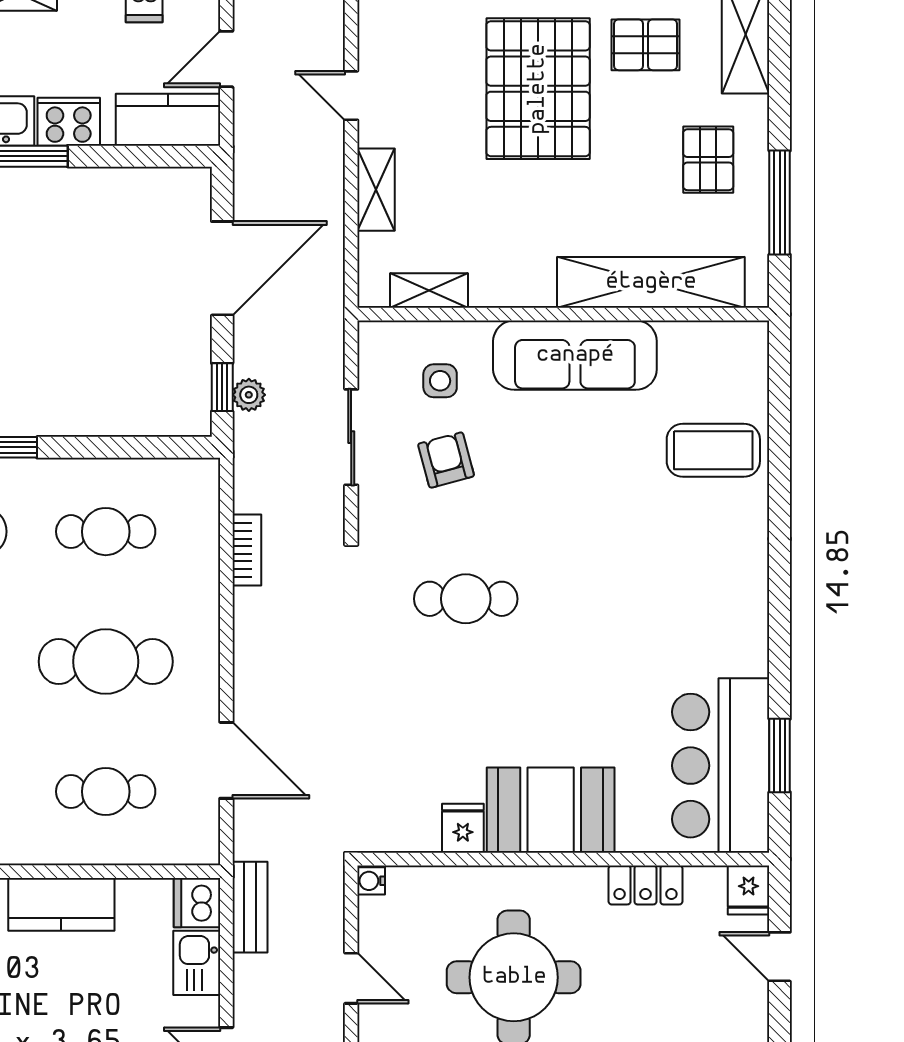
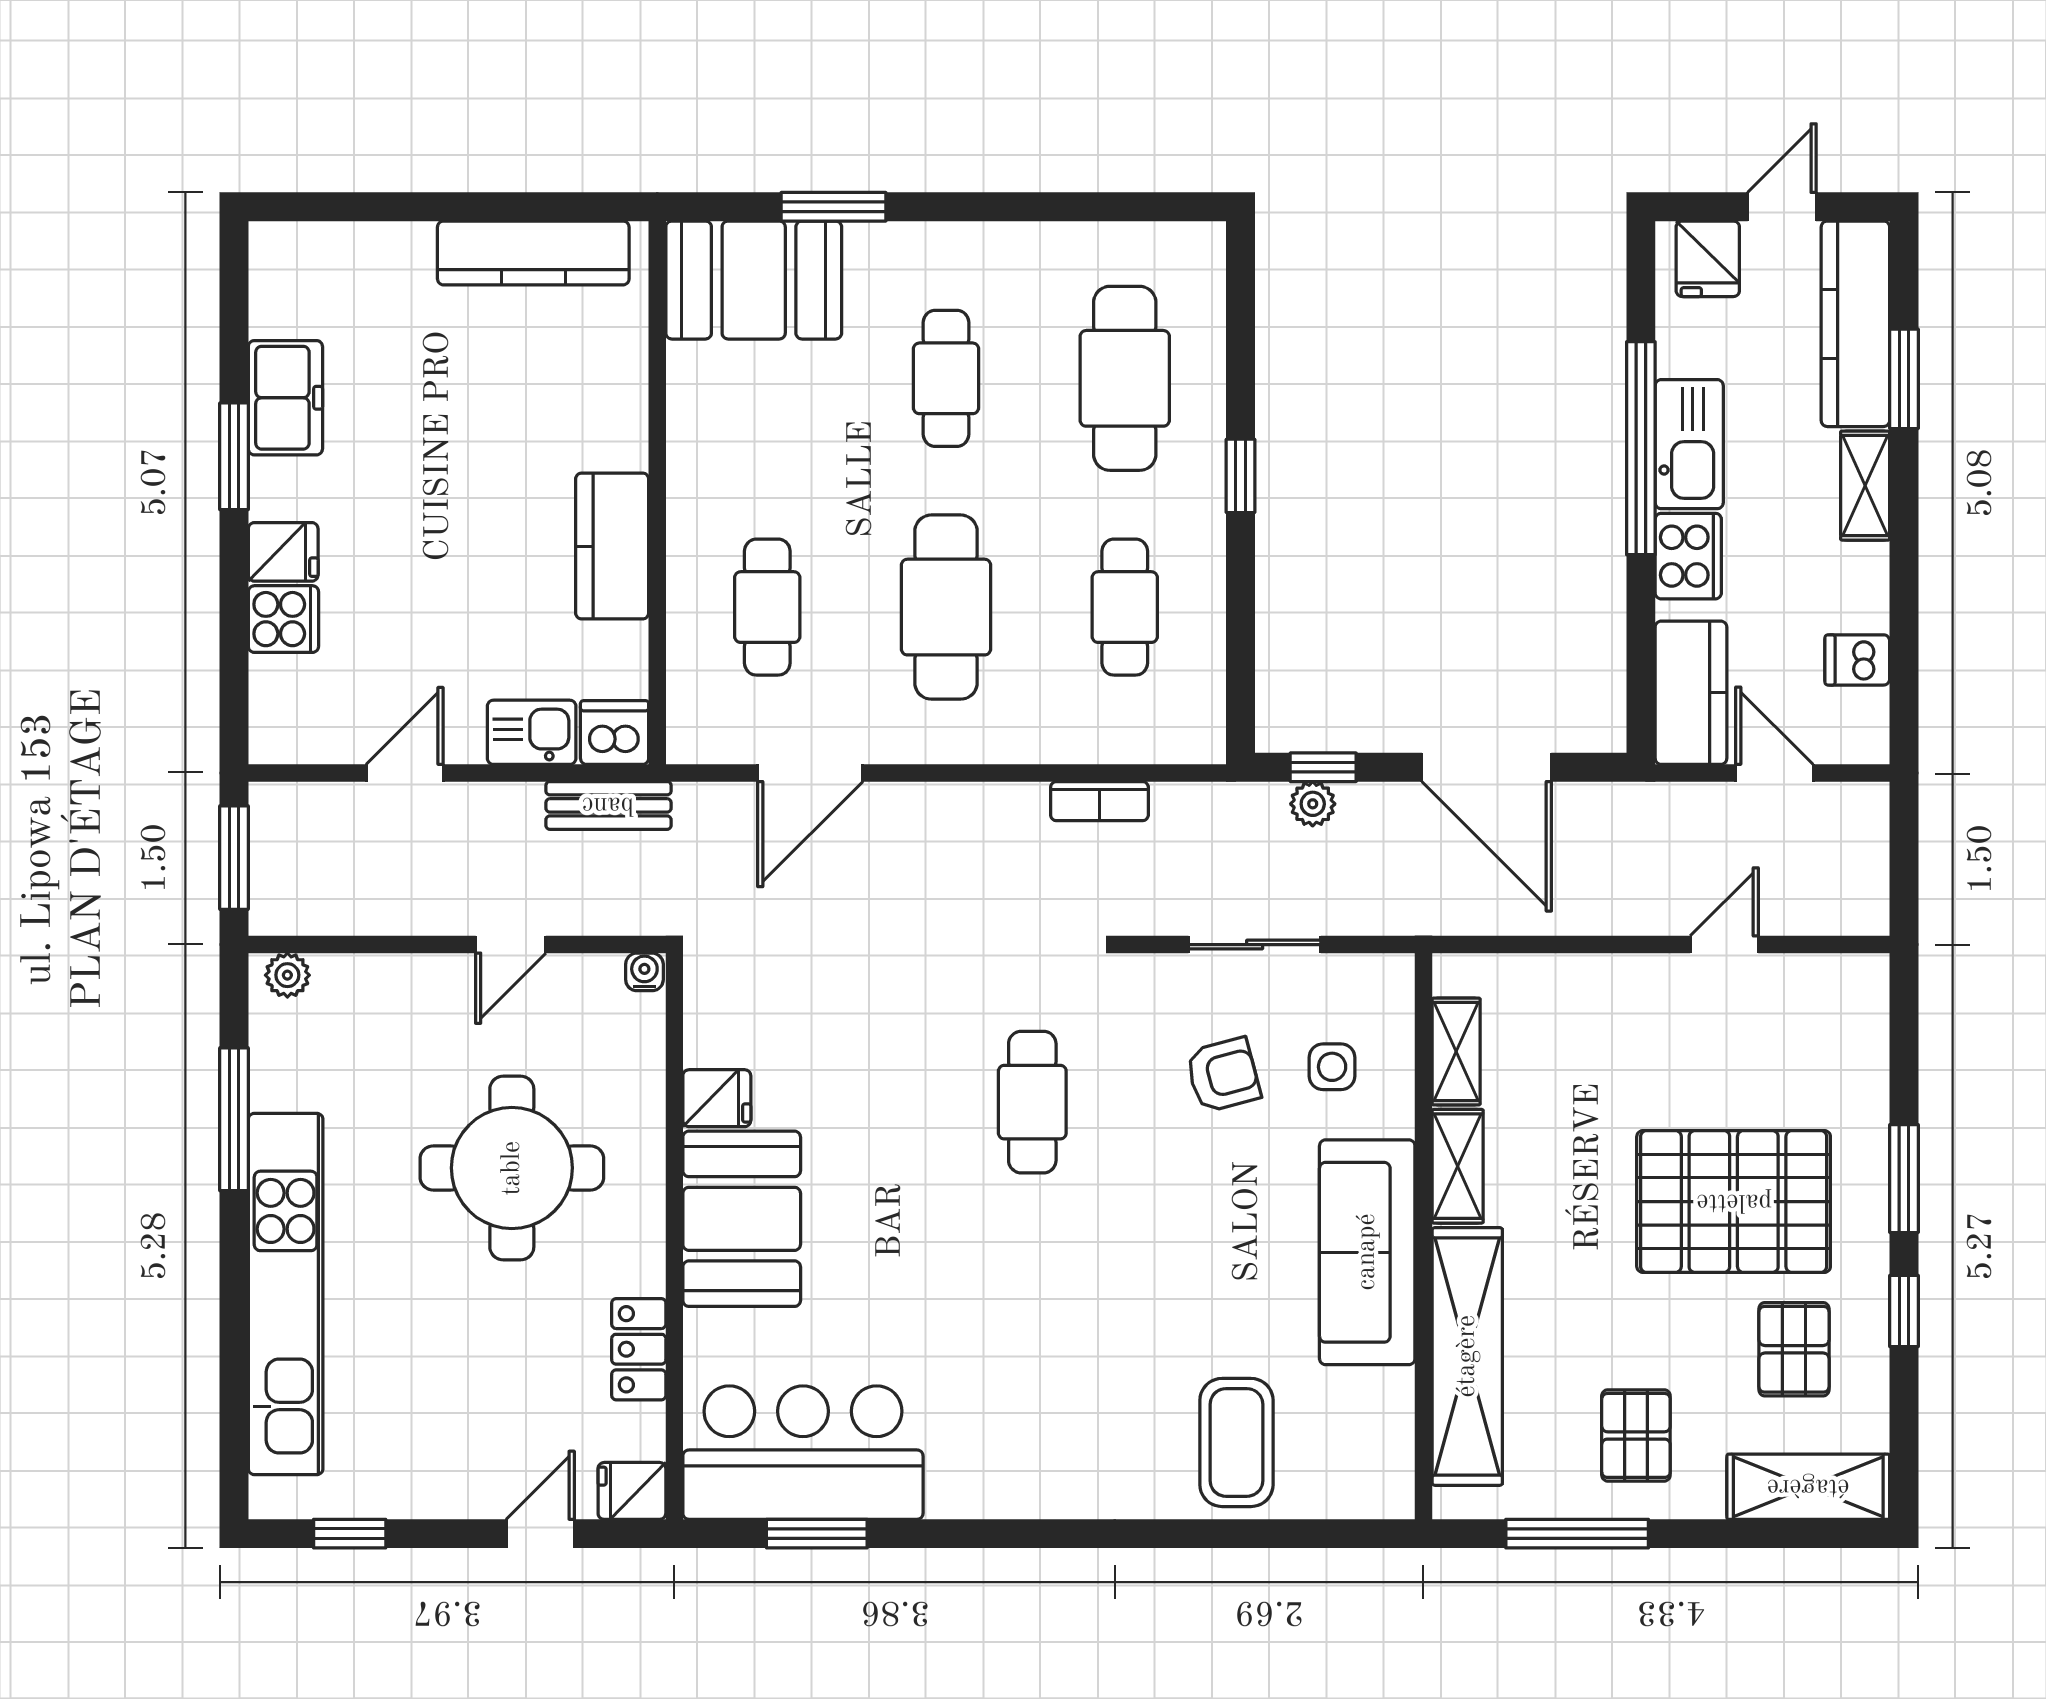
pallet: (708, 160) -> (1636, 1435), turned 90
shelving: (376, 190) -> (1458, 1166), moved, turned 90

